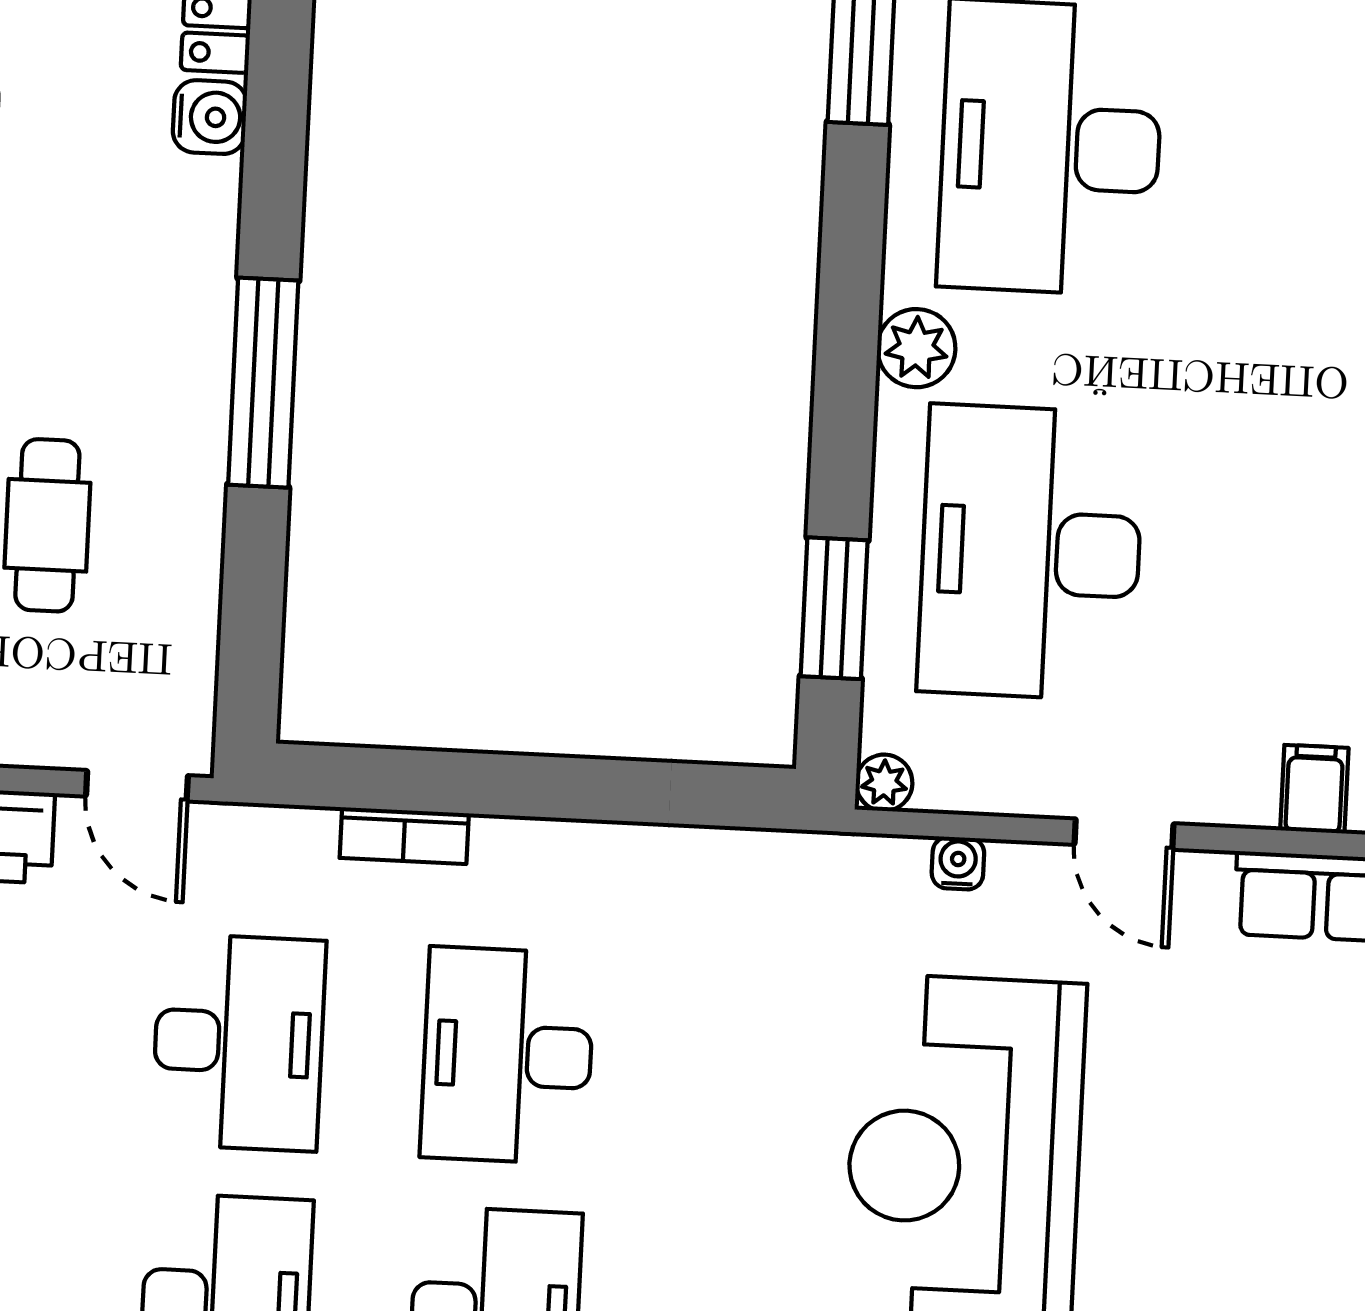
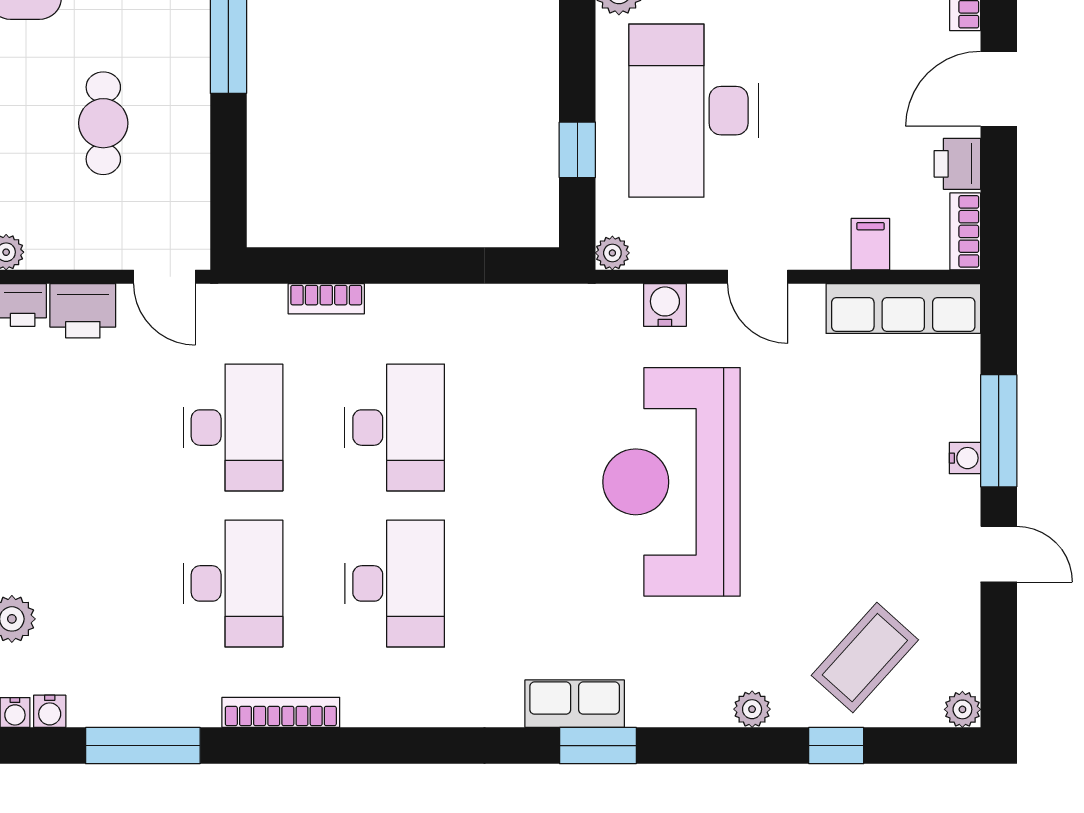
window: (834, 608) -> (577, 150), width x0.67
water cooler: (958, 863) -> (665, 305), width x1.38, depth x1.38
desk: (508, 1056) -> (395, 428), turned 180

